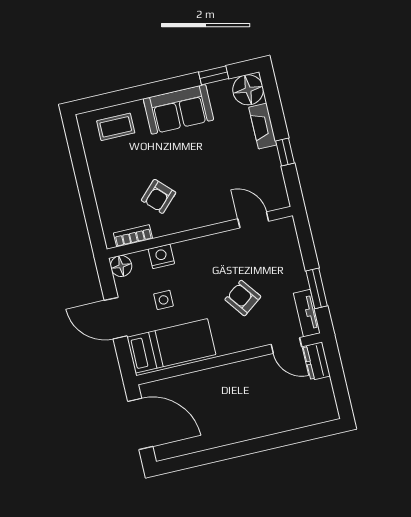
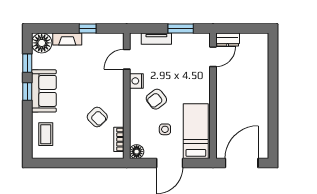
window: (172, 85) -> (27, 92), added
nightstand: (161, 256) -> (136, 81), moved
armchair: (243, 298) -> (156, 99), moved
tv unit: (307, 313) -> (156, 39), moved

